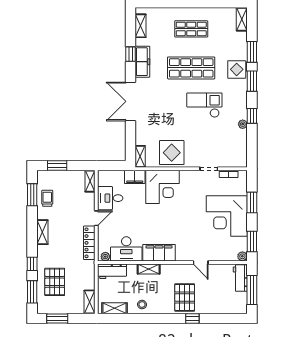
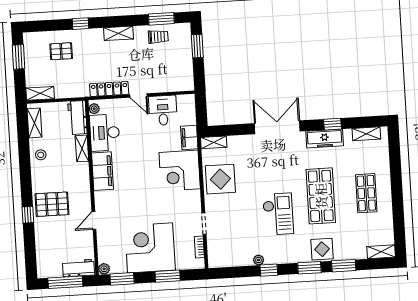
shelving: (90, 181) -> (181, 85), removed
shelving: (149, 269) -> (82, 148), moved
pallet: (55, 282) -> (61, 51), width x0.67, depth x0.71
window: (32, 292) -> (48, 26), removed

